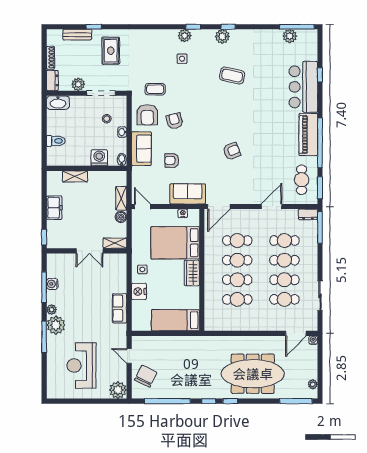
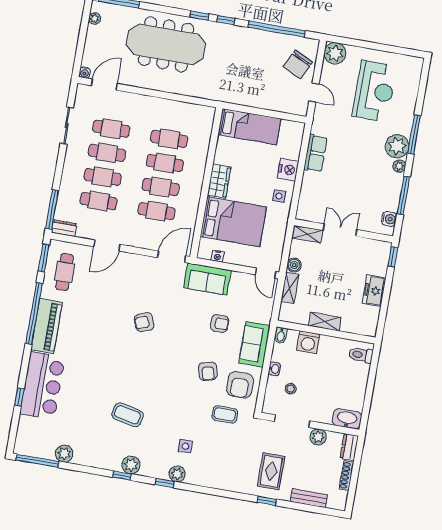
window: (94, 27) -> (267, 501), moved
plant: (290, 36) -> (64, 454), moved
armchair: (147, 115) -> (240, 385), turned 180
toilet: (56, 141) -> (361, 355), moved
shelving: (75, 176) -> (325, 322), moved
water cooler: (52, 284) -> (389, 219), moved

